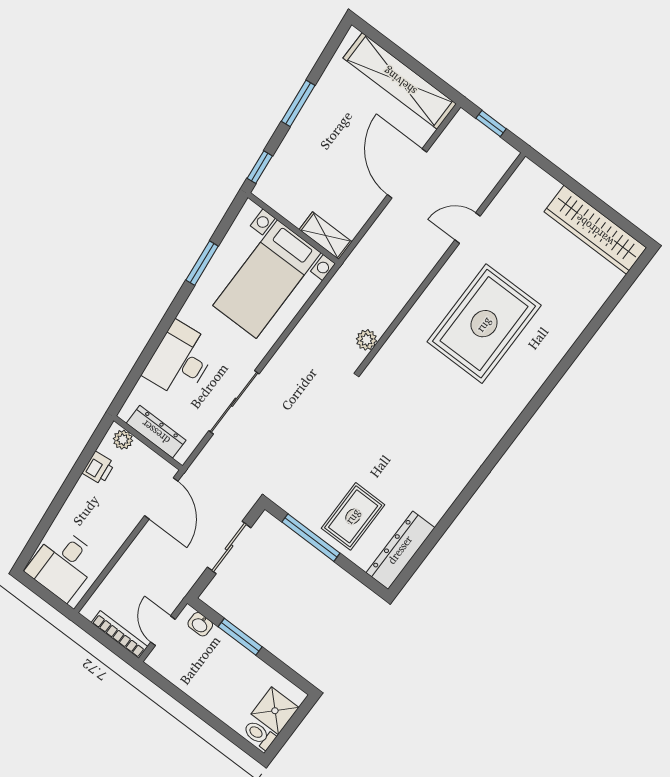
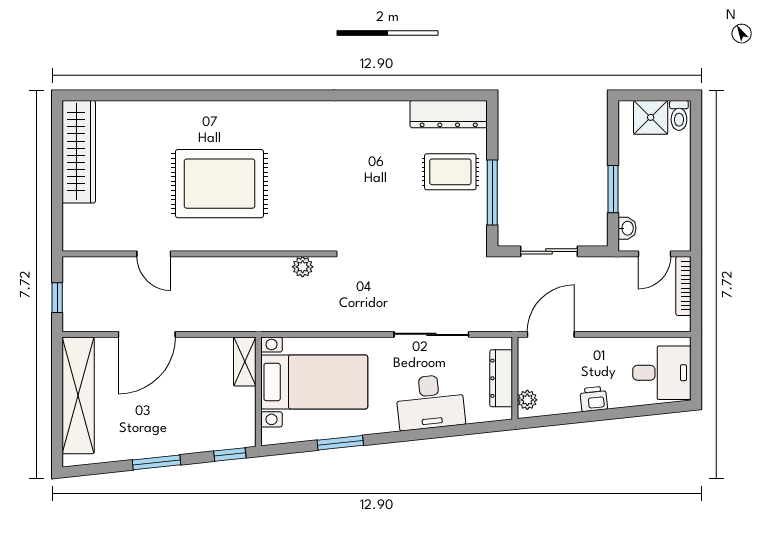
printer: (99, 468) -> (594, 399), moved

